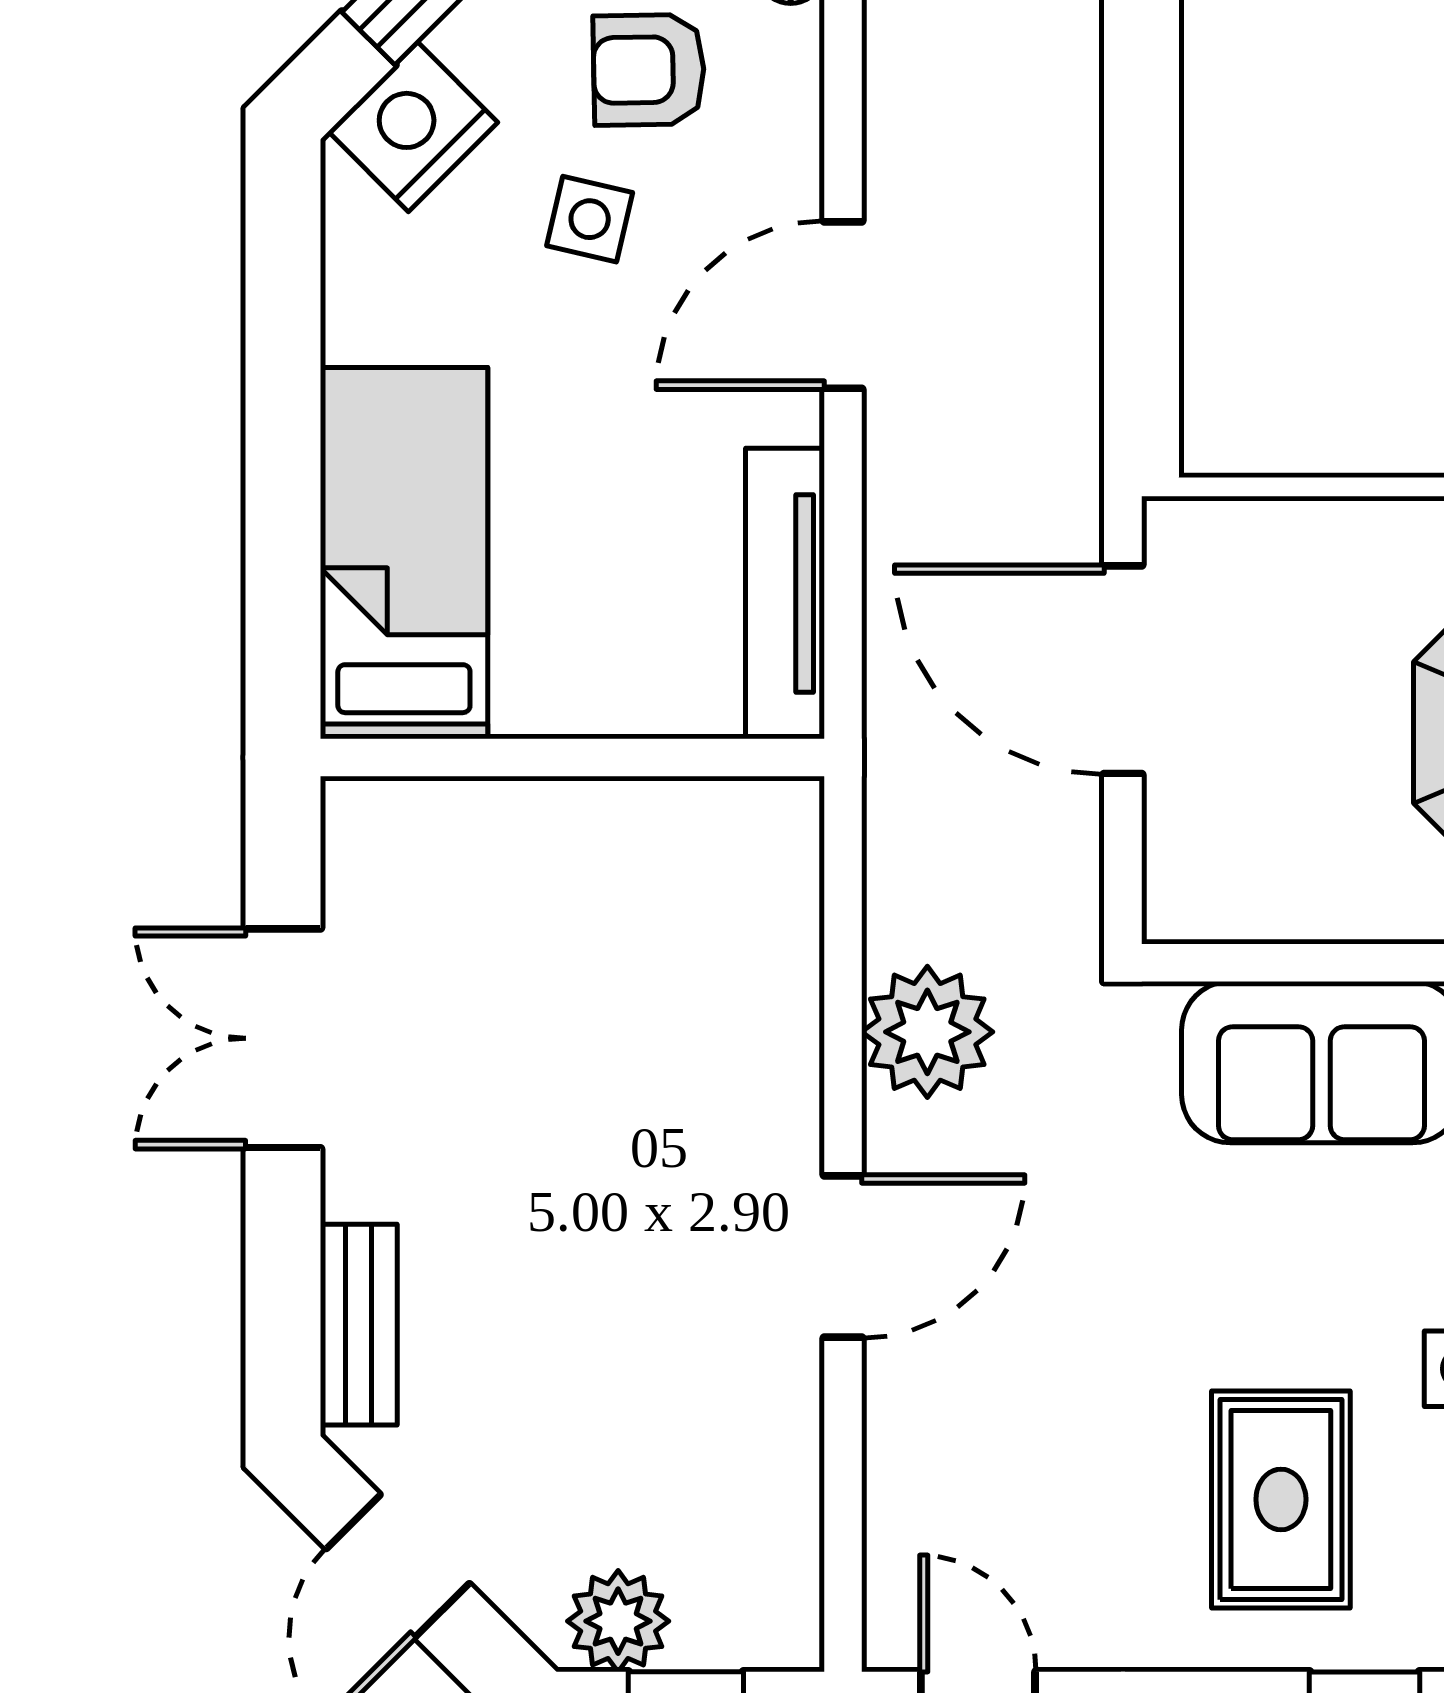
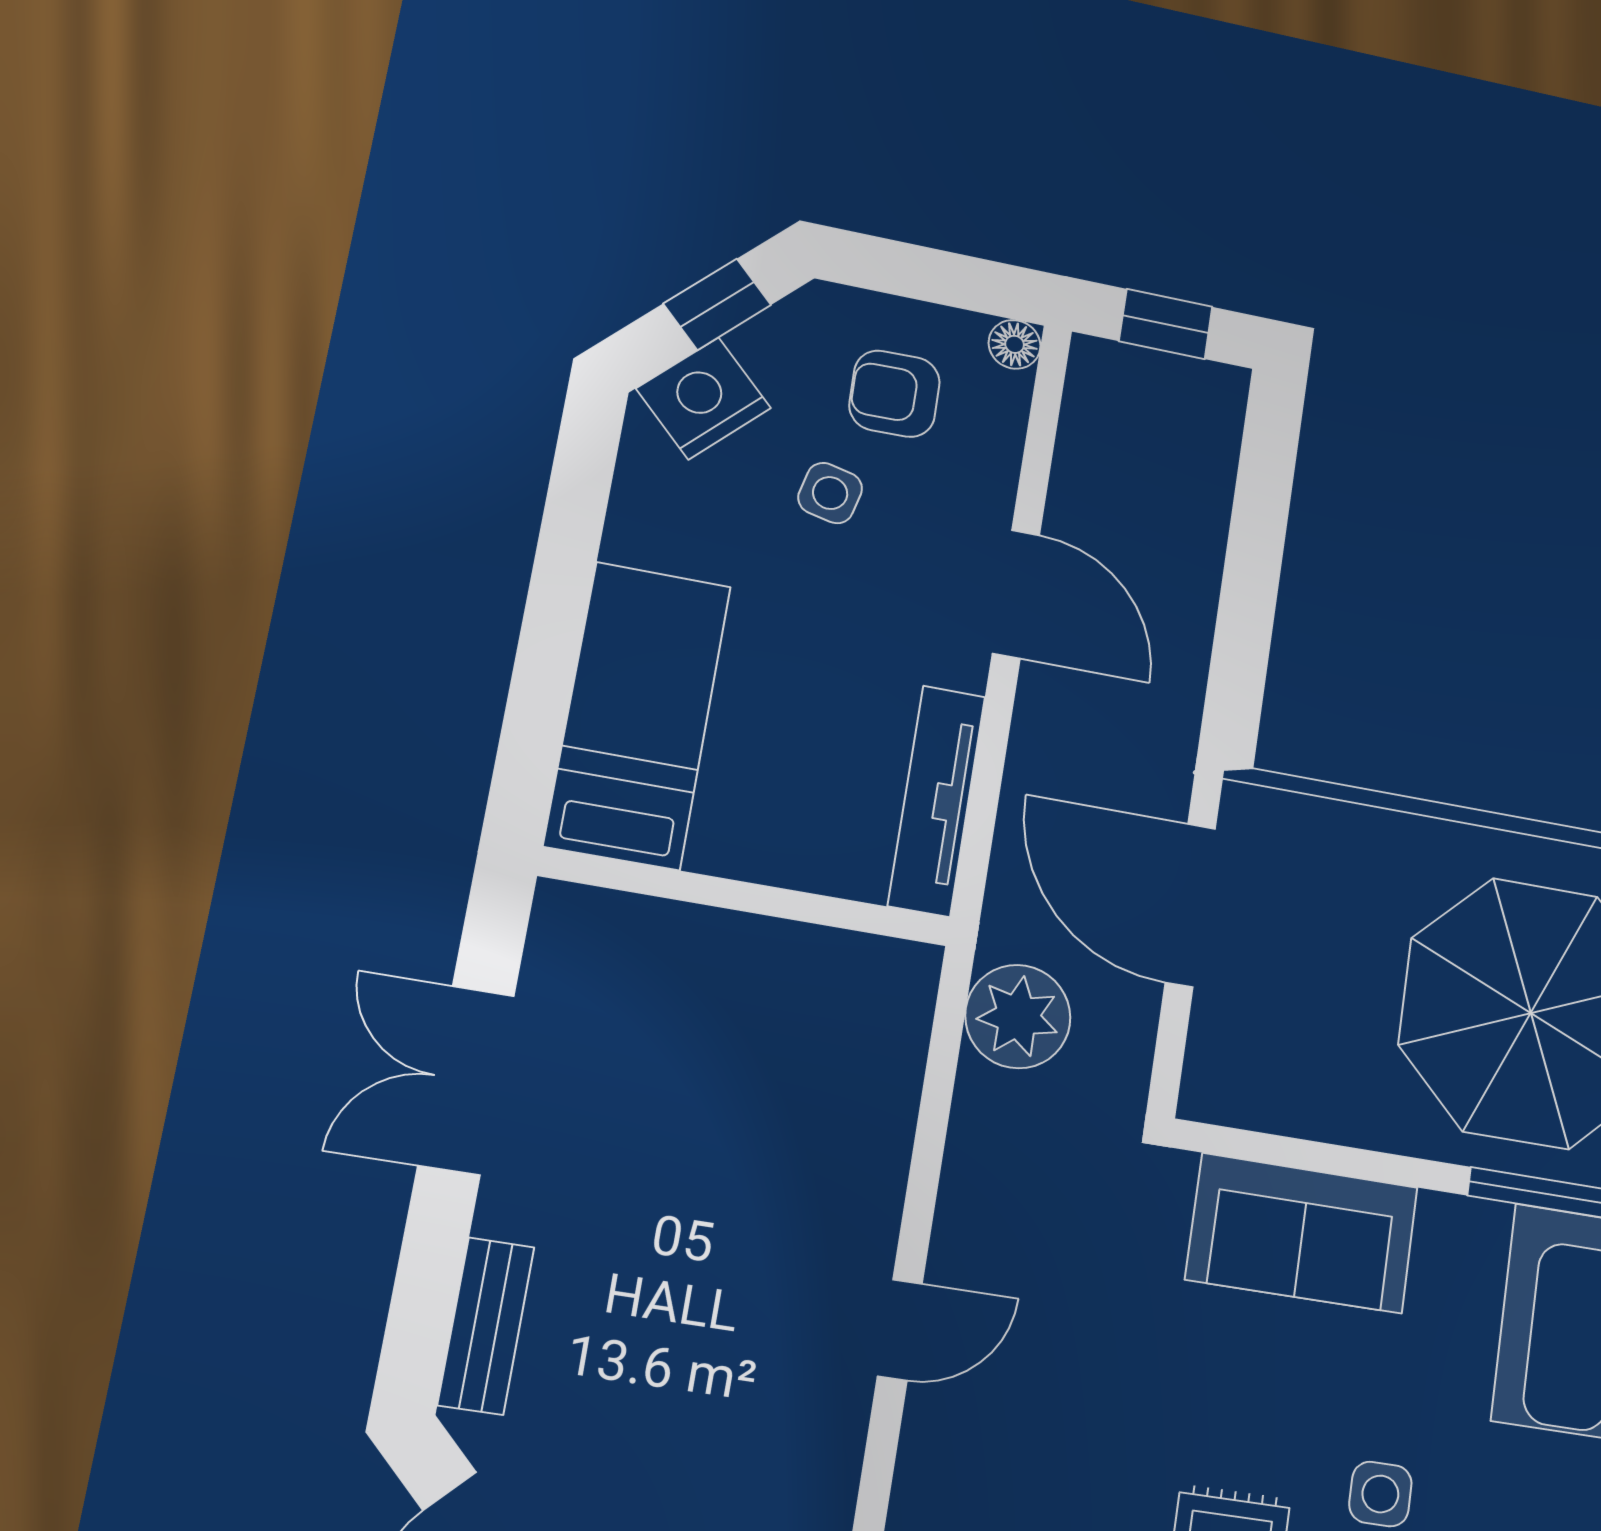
door: (843, 305) -> (1016, 594), swing flipped
plant: (927, 1032) -> (1018, 1017), moved
door: (843, 1256) -> (900, 1330), width x0.73

